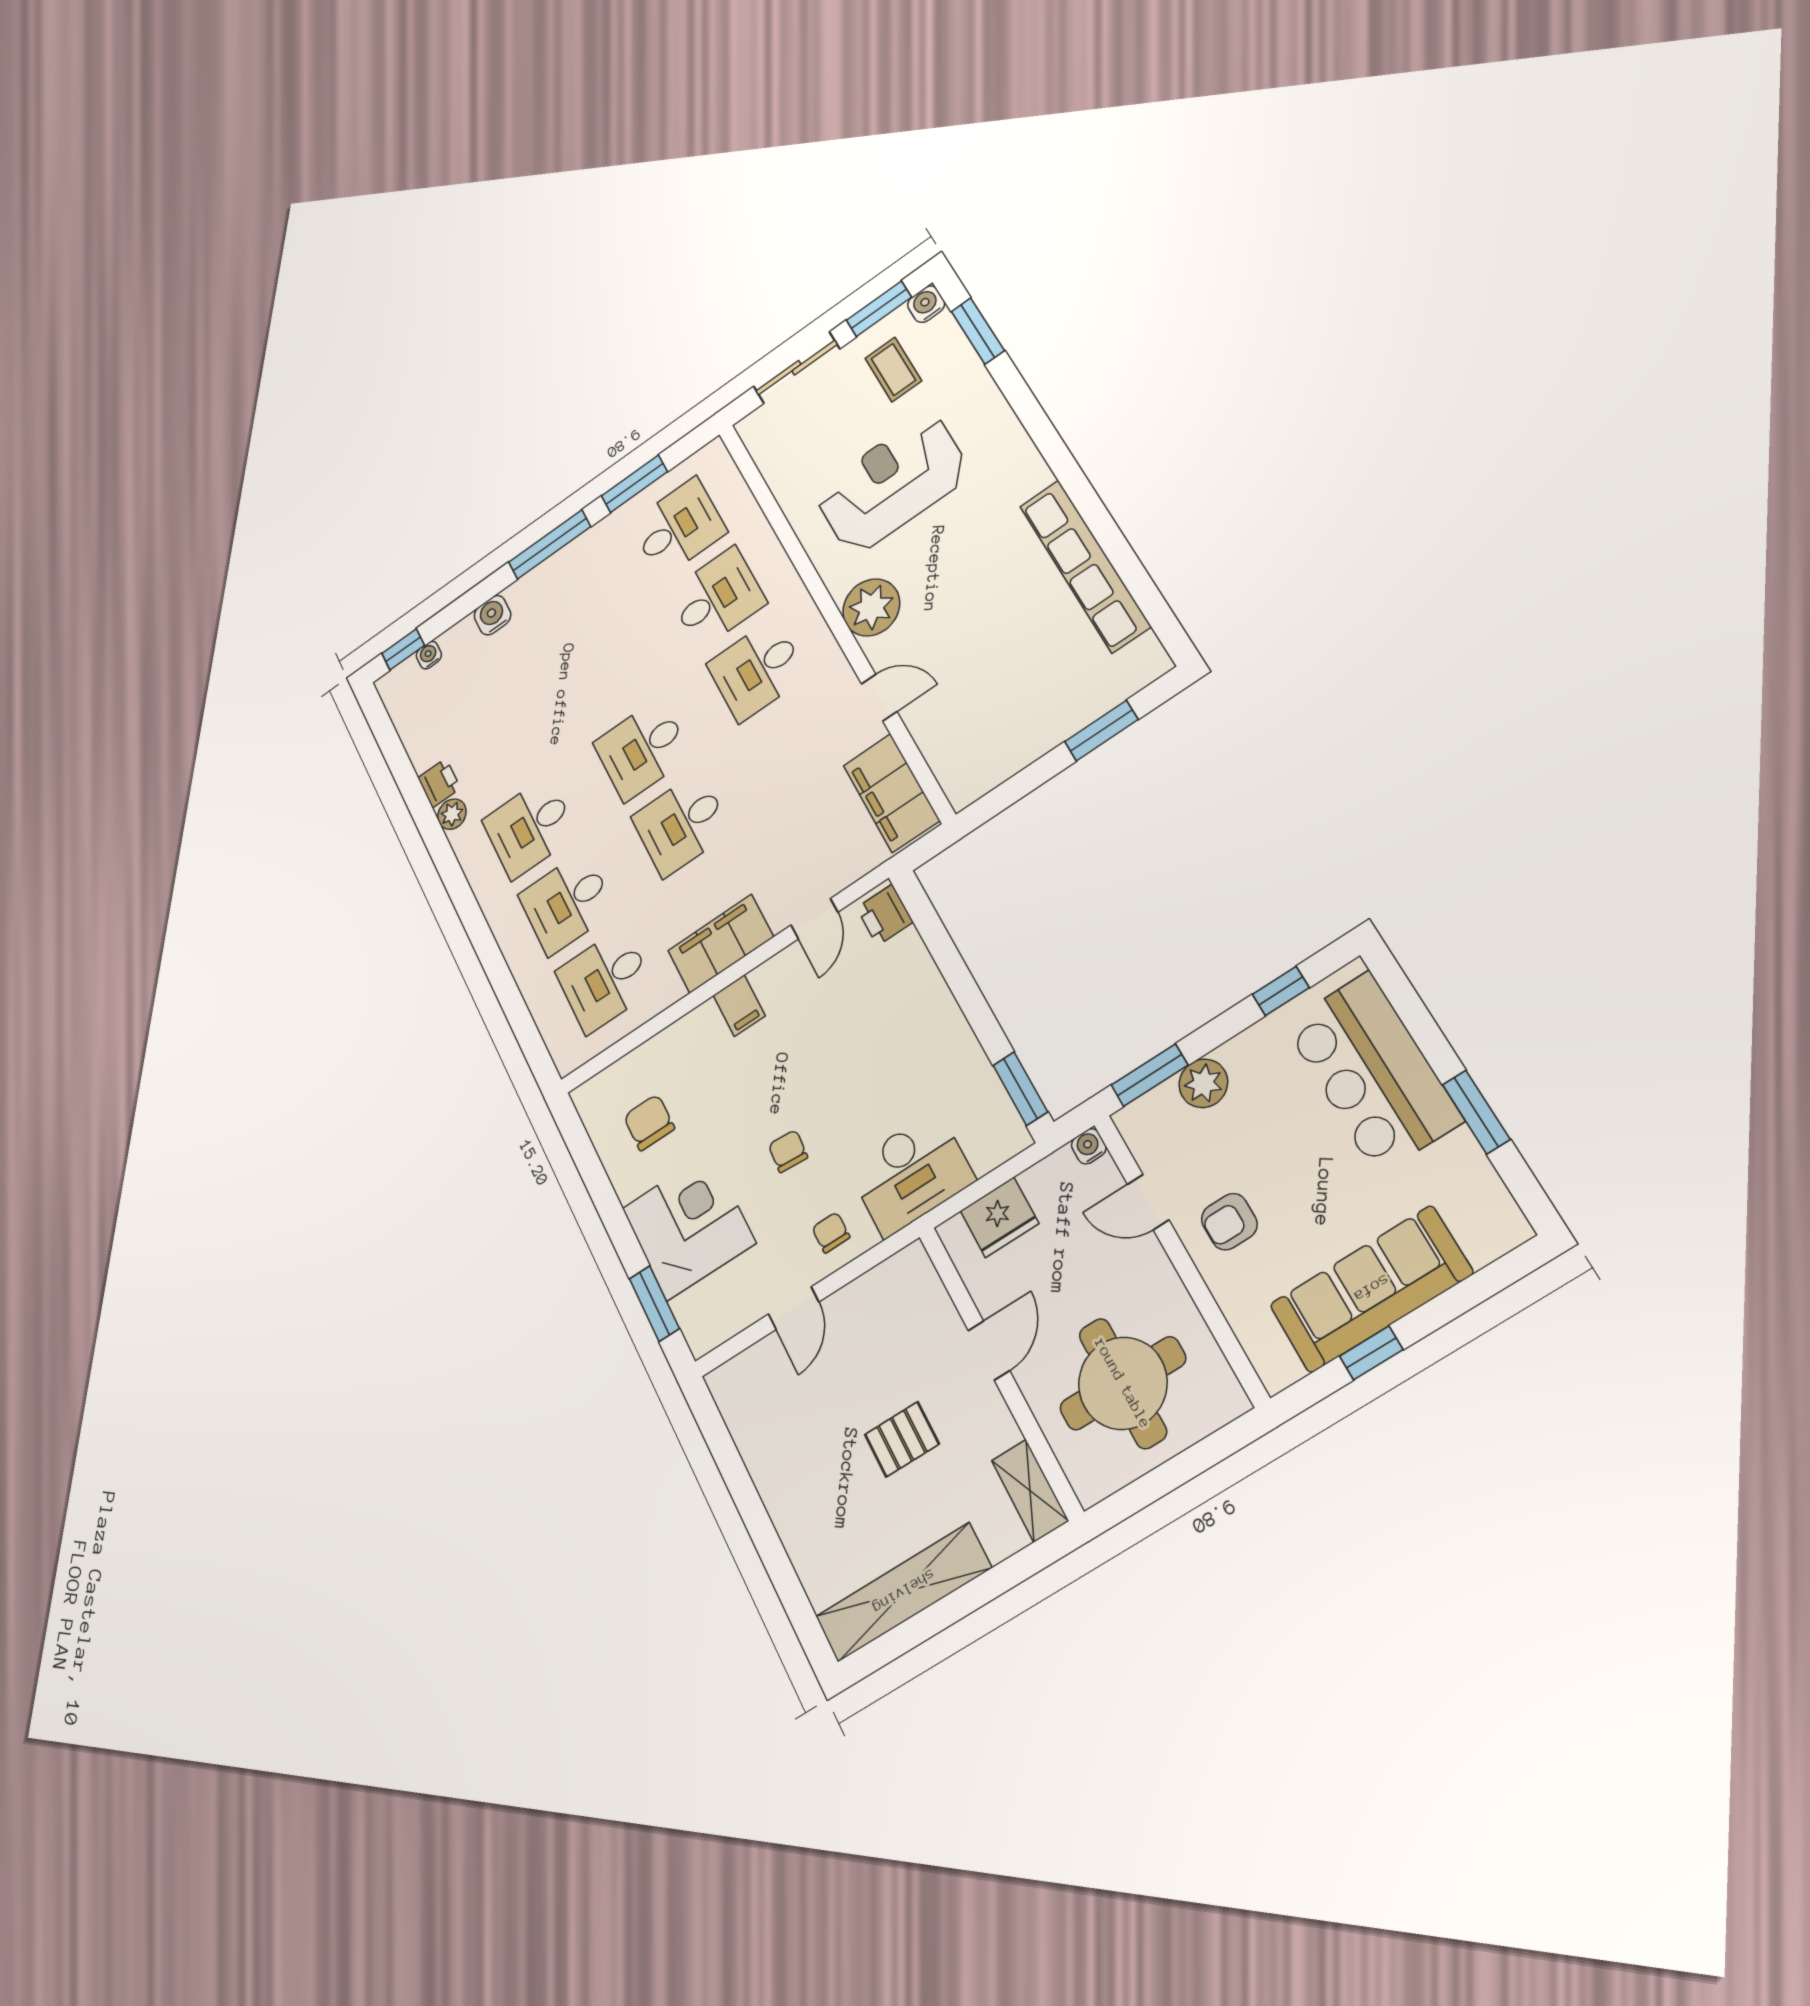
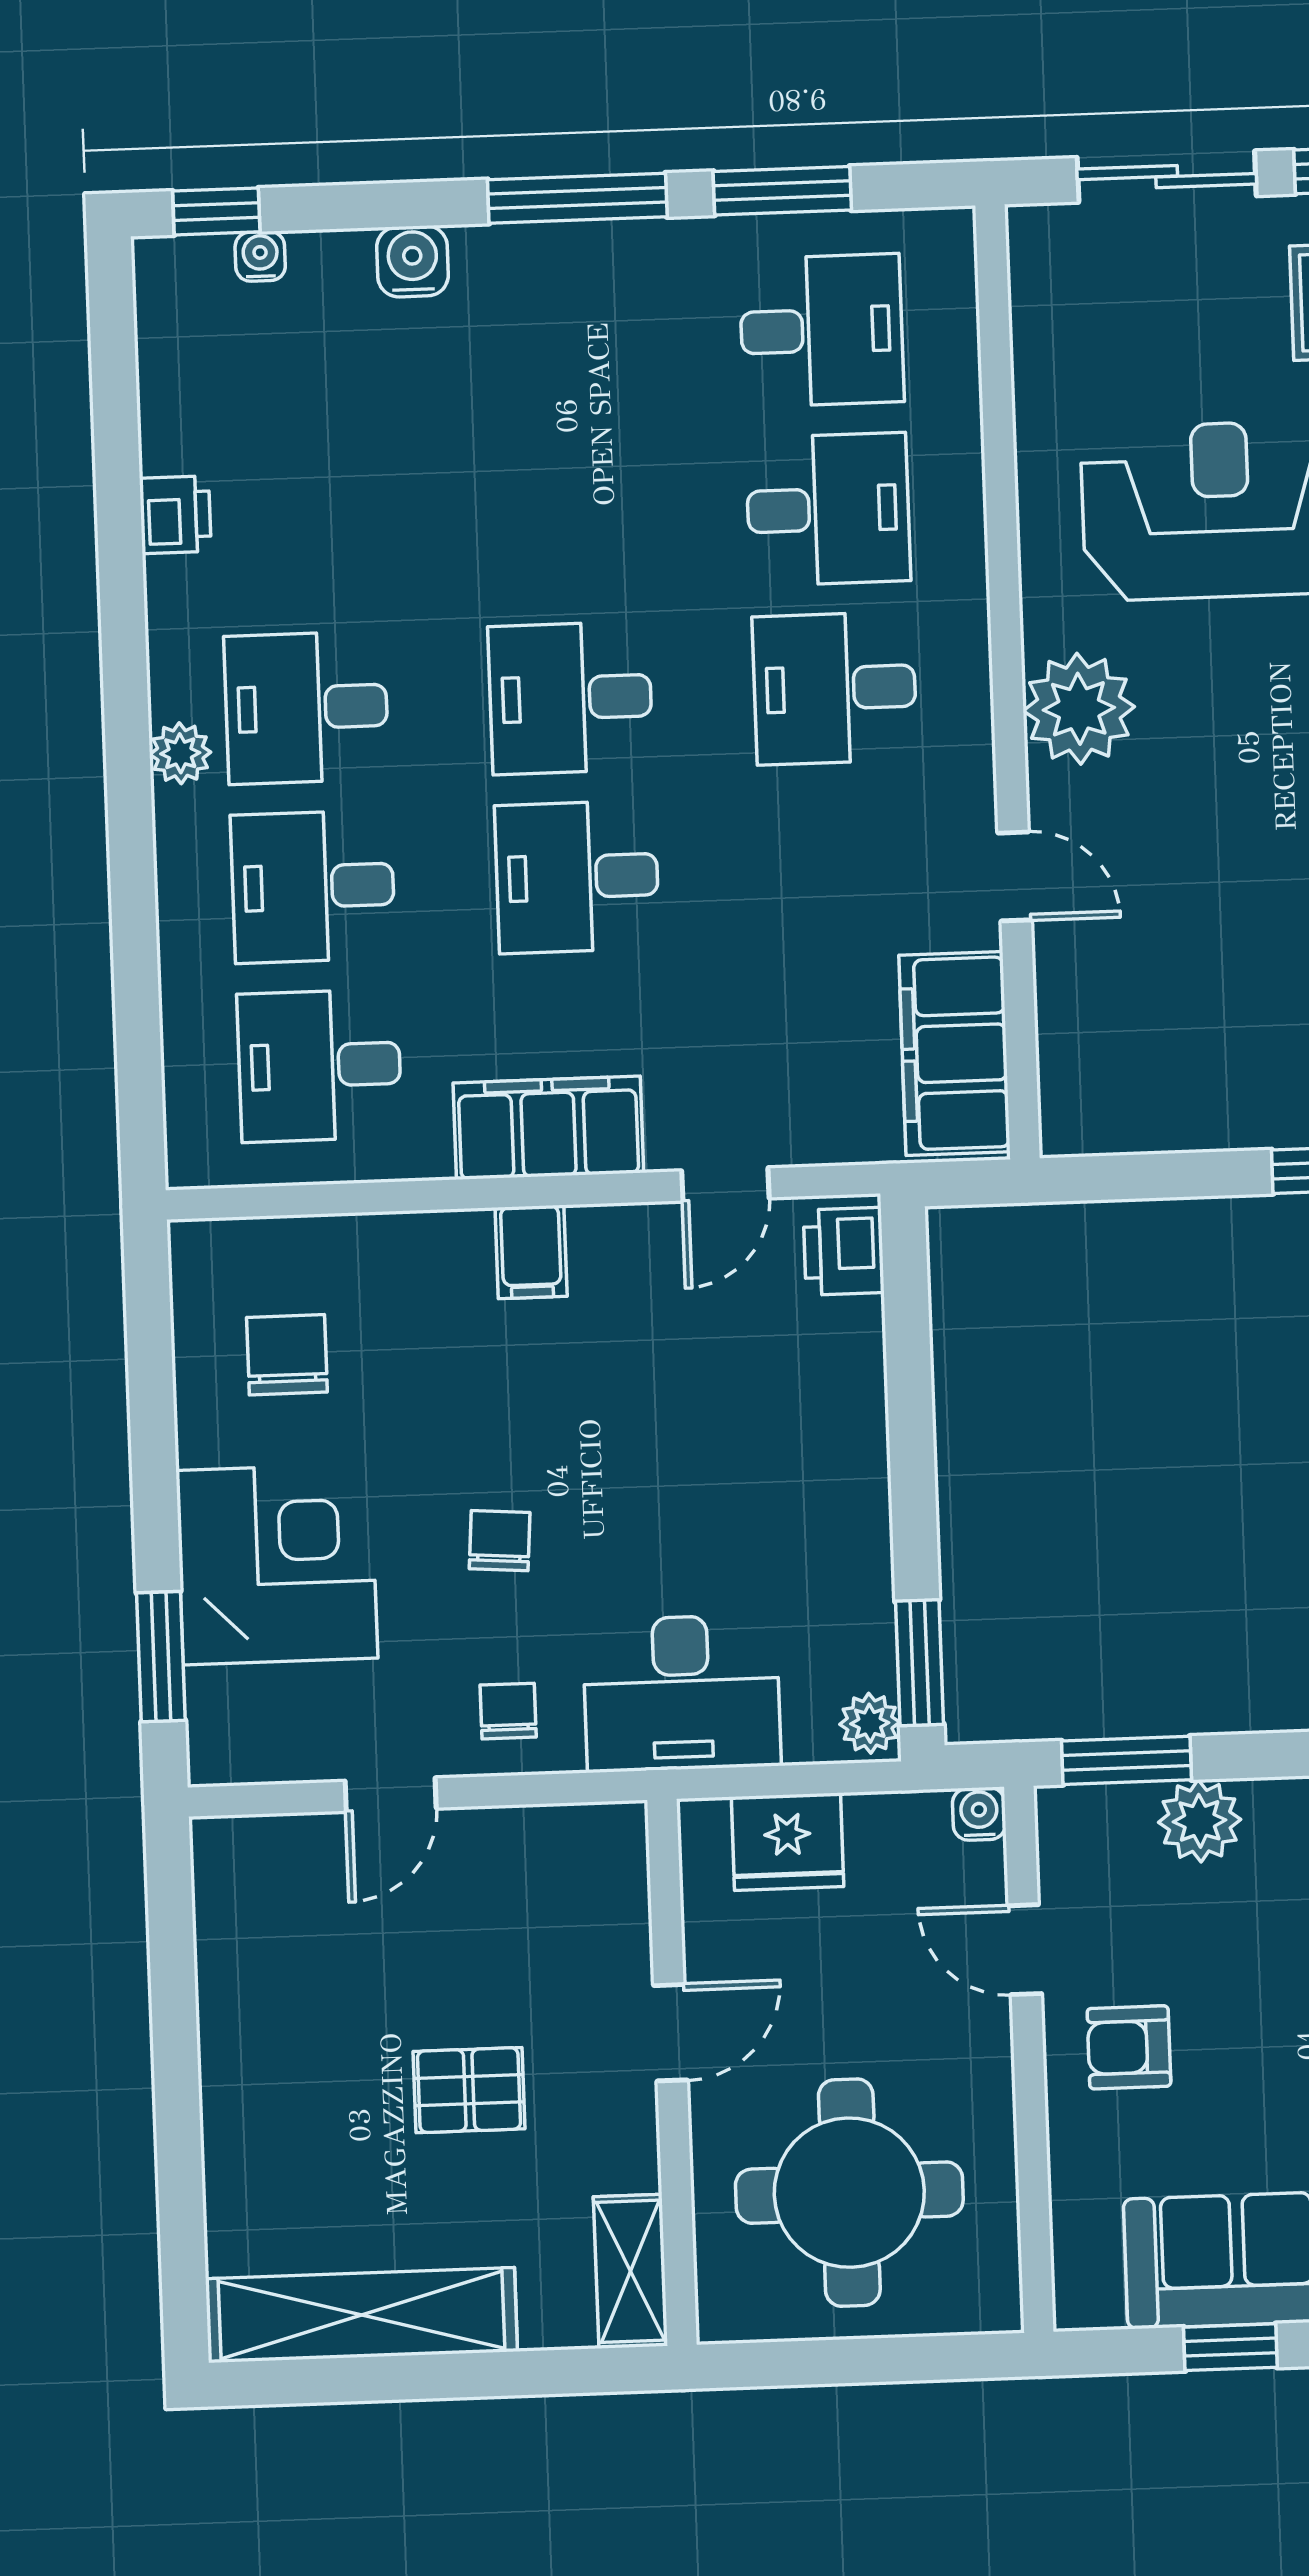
plant: (452, 814) -> (180, 753), moved
plant: (1011, 1133) -> (870, 1723), added

